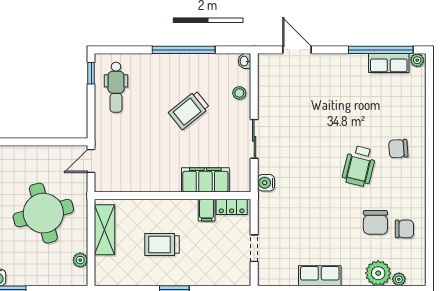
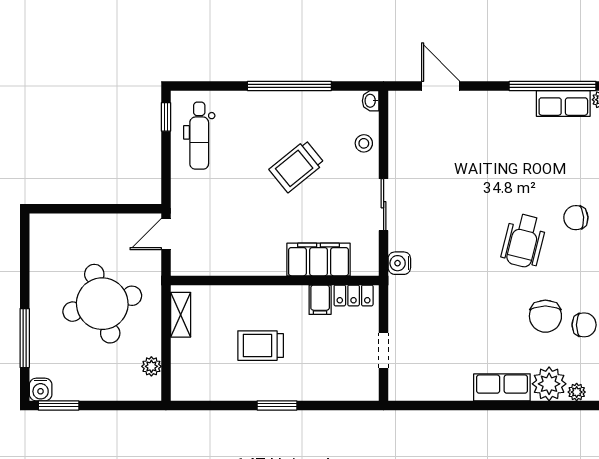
shelving: (105, 230) -> (181, 315), width x0.67, depth x0.75
row of seats: (320, 276) -> (502, 387), moved

